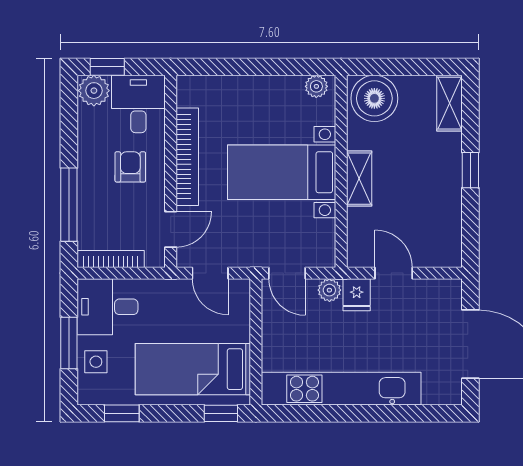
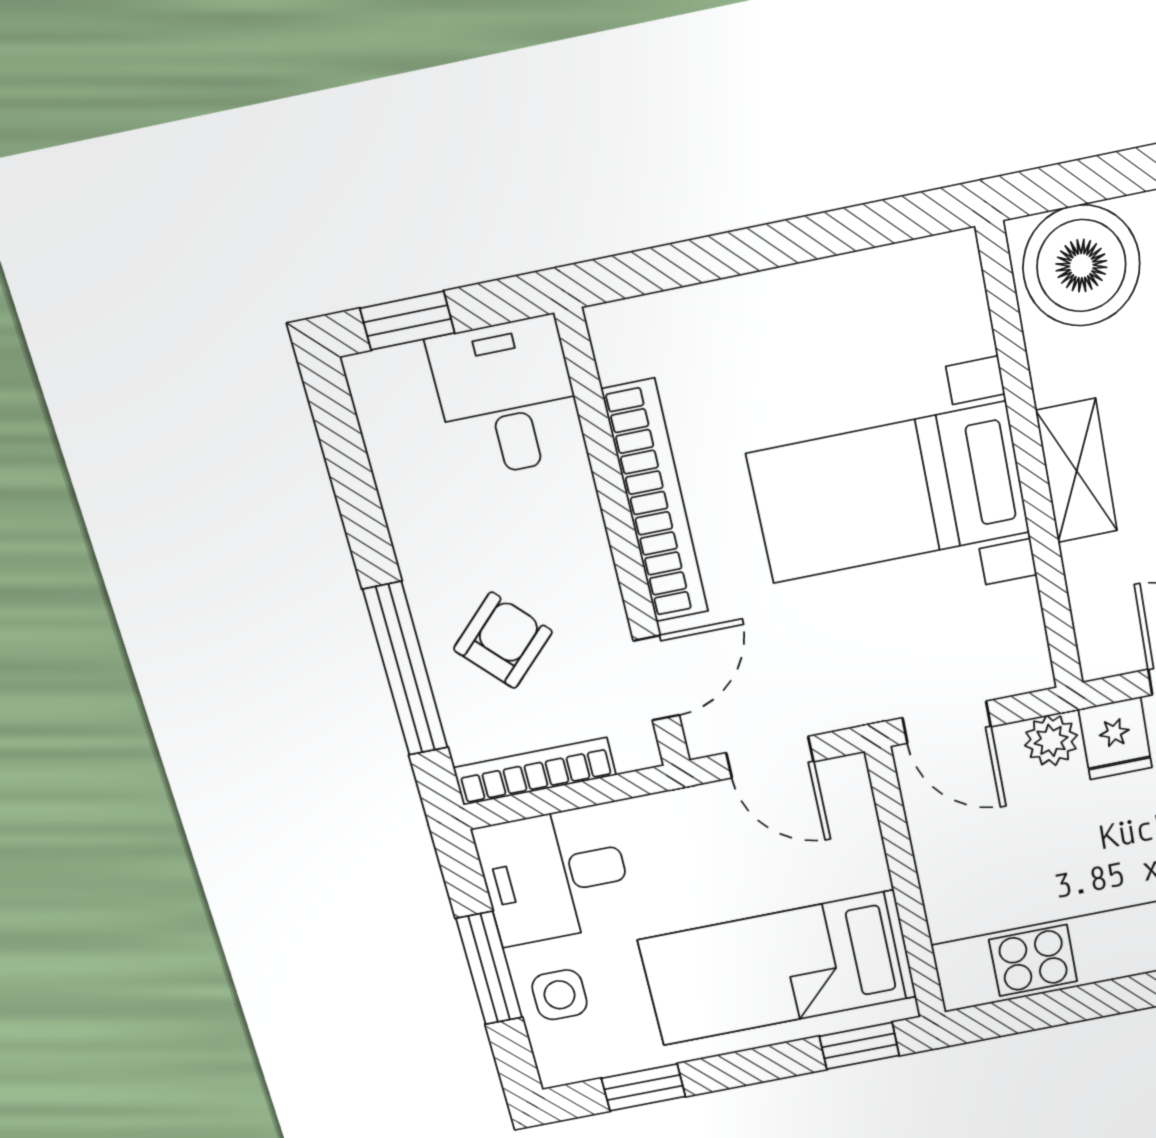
plant: (316, 86) -> (933, 264), removed
plant: (94, 91) -> (391, 387), removed
armchair: (130, 167) -> (503, 640), moved, turned 46

